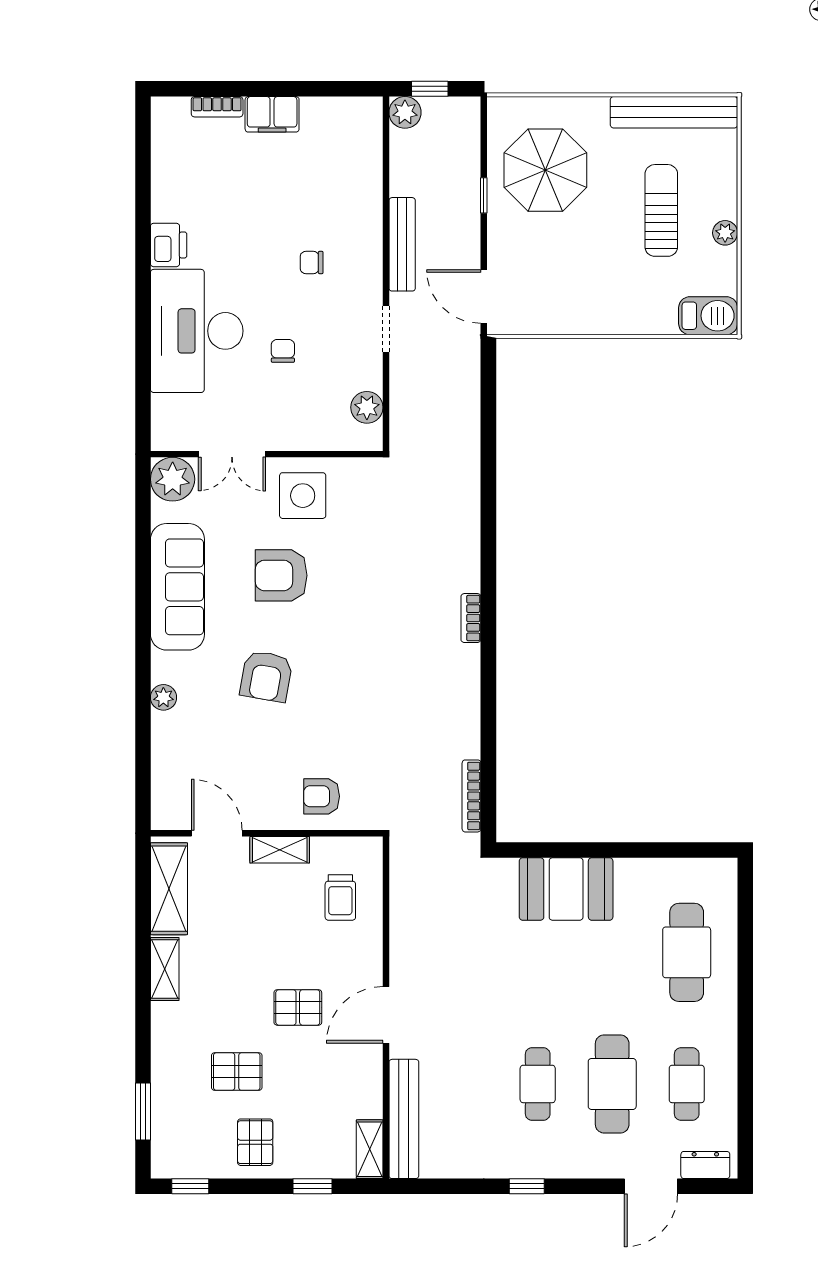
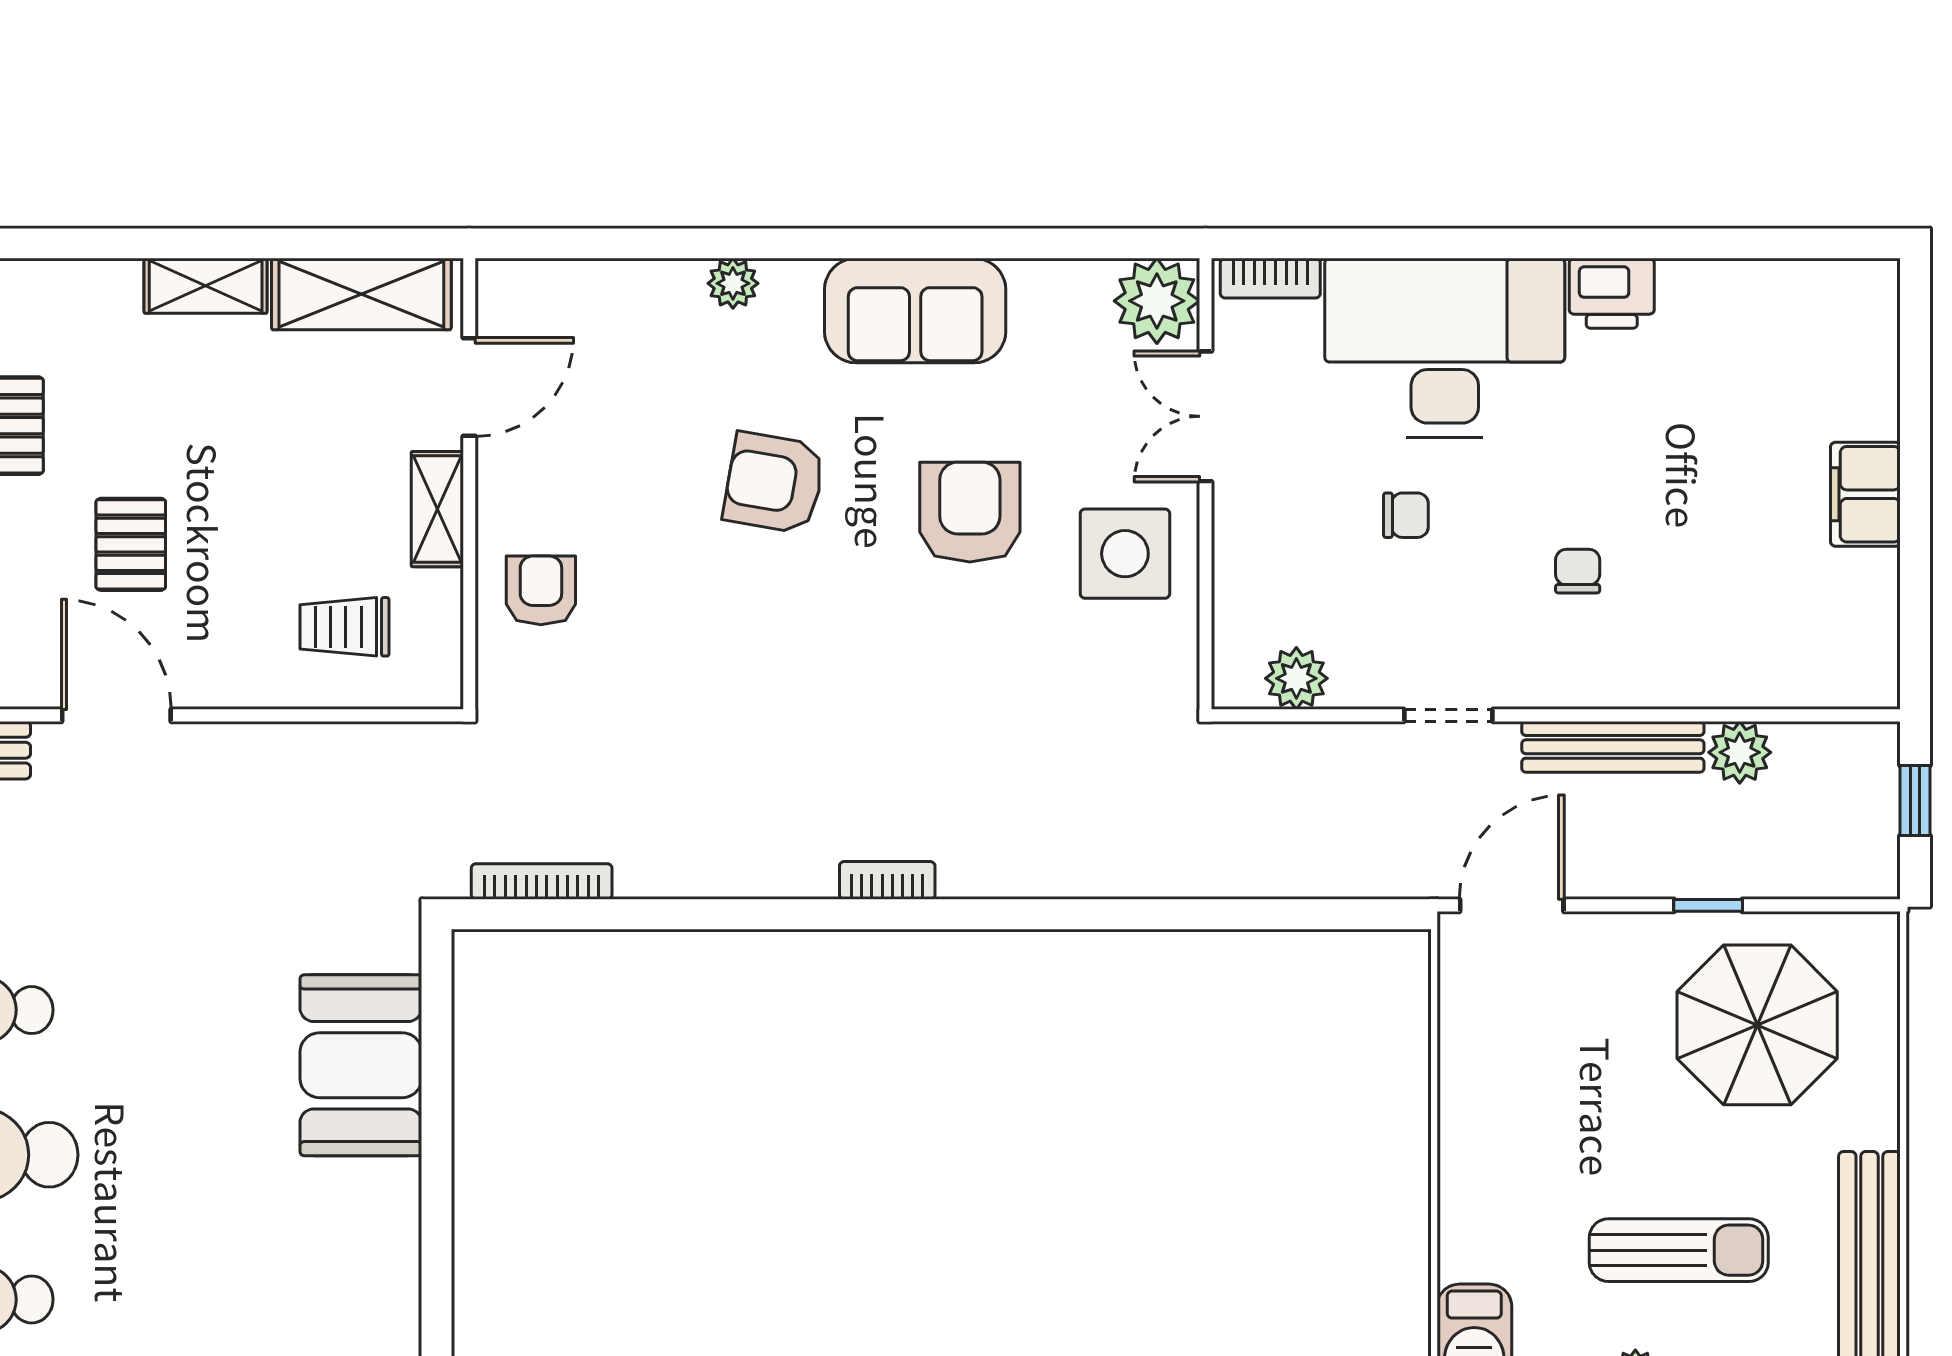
bookcase: (217, 107) -> (1270, 278), moved, turned -90
plant: (405, 112) -> (1740, 752), moved
sofa: (177, 587) -> (915, 311), width x0.73
cafe table: (687, 952) -> (238, 1299), removed

